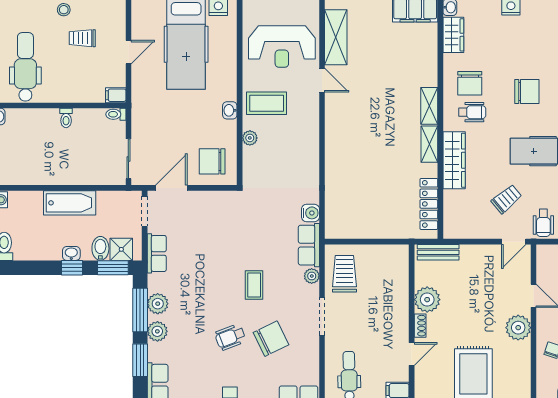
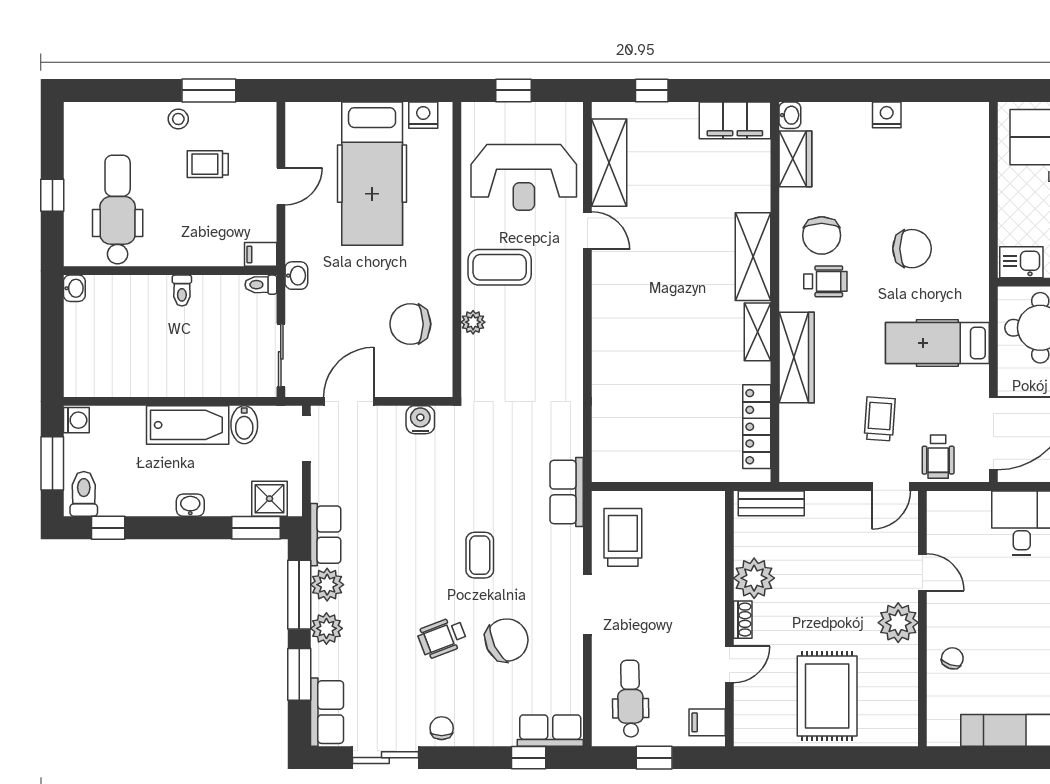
shelving: (429, 106) -> (753, 257), width x1.50, depth x1.33
washbasin: (230, 110) -> (296, 276), moved, turned 180
chair: (212, 161) -> (410, 324), moved
trolley: (507, 199) -> (880, 419), turned -46
water cooler: (310, 213) -> (420, 420), moved, turned -90
bidet: (100, 248) -> (244, 425), moved, turned 180
row of seats: (157, 253) -> (326, 535), moved
window: (72, 268) -> (108, 528), moved
plant: (312, 276) -> (571, 541), removed

